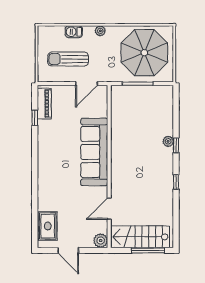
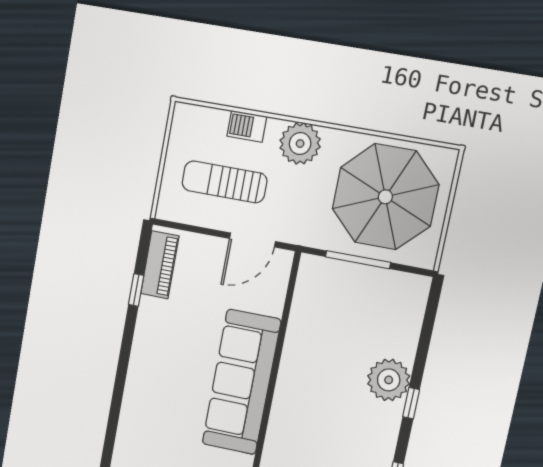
plant: (100, 31) -> (300, 144), width x1.88, depth x1.88
plant: (168, 141) -> (389, 380), width x1.87, depth x1.87

